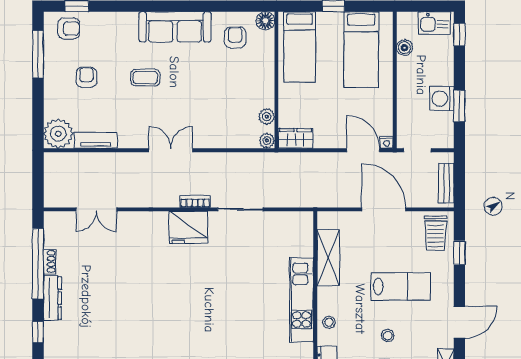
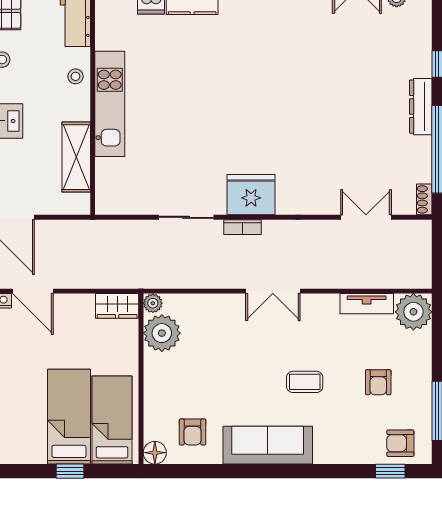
bed: (361, 50) -> (69, 417), moved
plant: (267, 117) -> (162, 333), width x1.88, depth x1.88
shoe rack: (50, 261) -> (424, 199), moved

